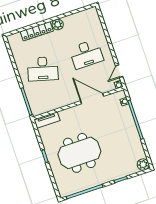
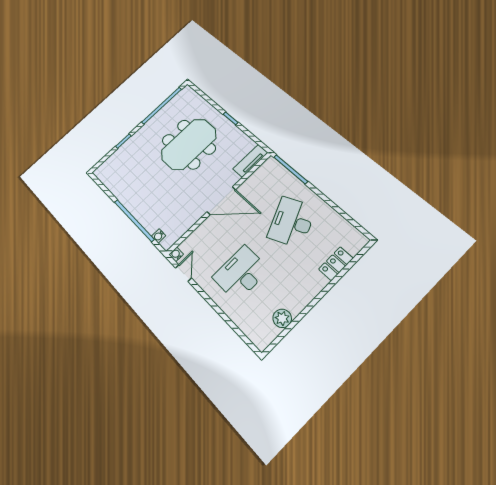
plant: (58, 24) -> (282, 318), moved
locker: (37, 31) -> (336, 264), width x0.66
desk: (43, 69) -> (292, 222), turned -39
door: (92, 99) -> (221, 201), moved
plant: (143, 165) -> (103, 172), removed

